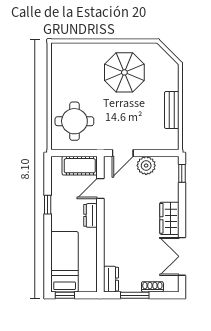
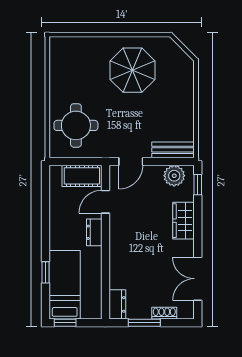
bench: (172, 110) -> (173, 150), moved, turned 90
plant: (146, 166) -> (174, 176), moved
window: (48, 205) -> (46, 272), moved
wardrobe: (169, 218) -> (183, 221), moved

